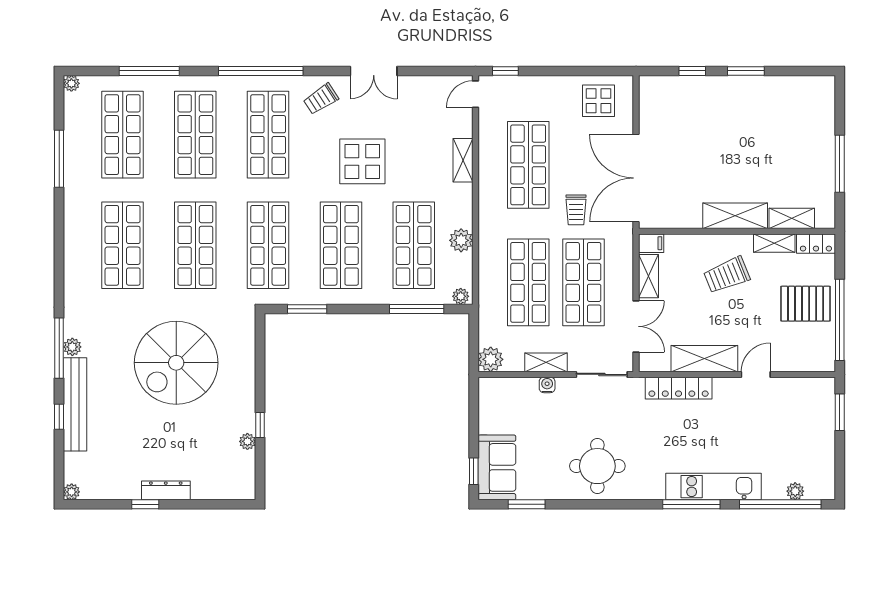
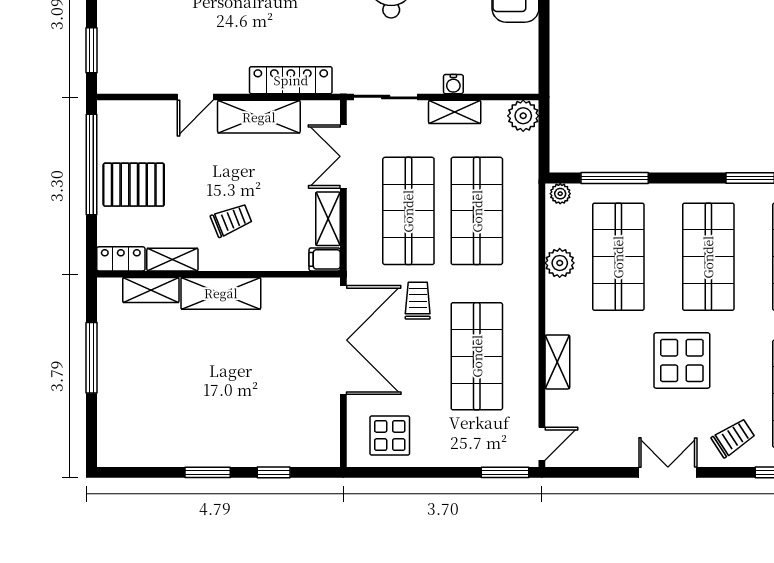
window: (505, 71) -> (505, 472), width x1.50
trolley: (727, 275) -> (231, 220), width x0.73, depth x0.72

